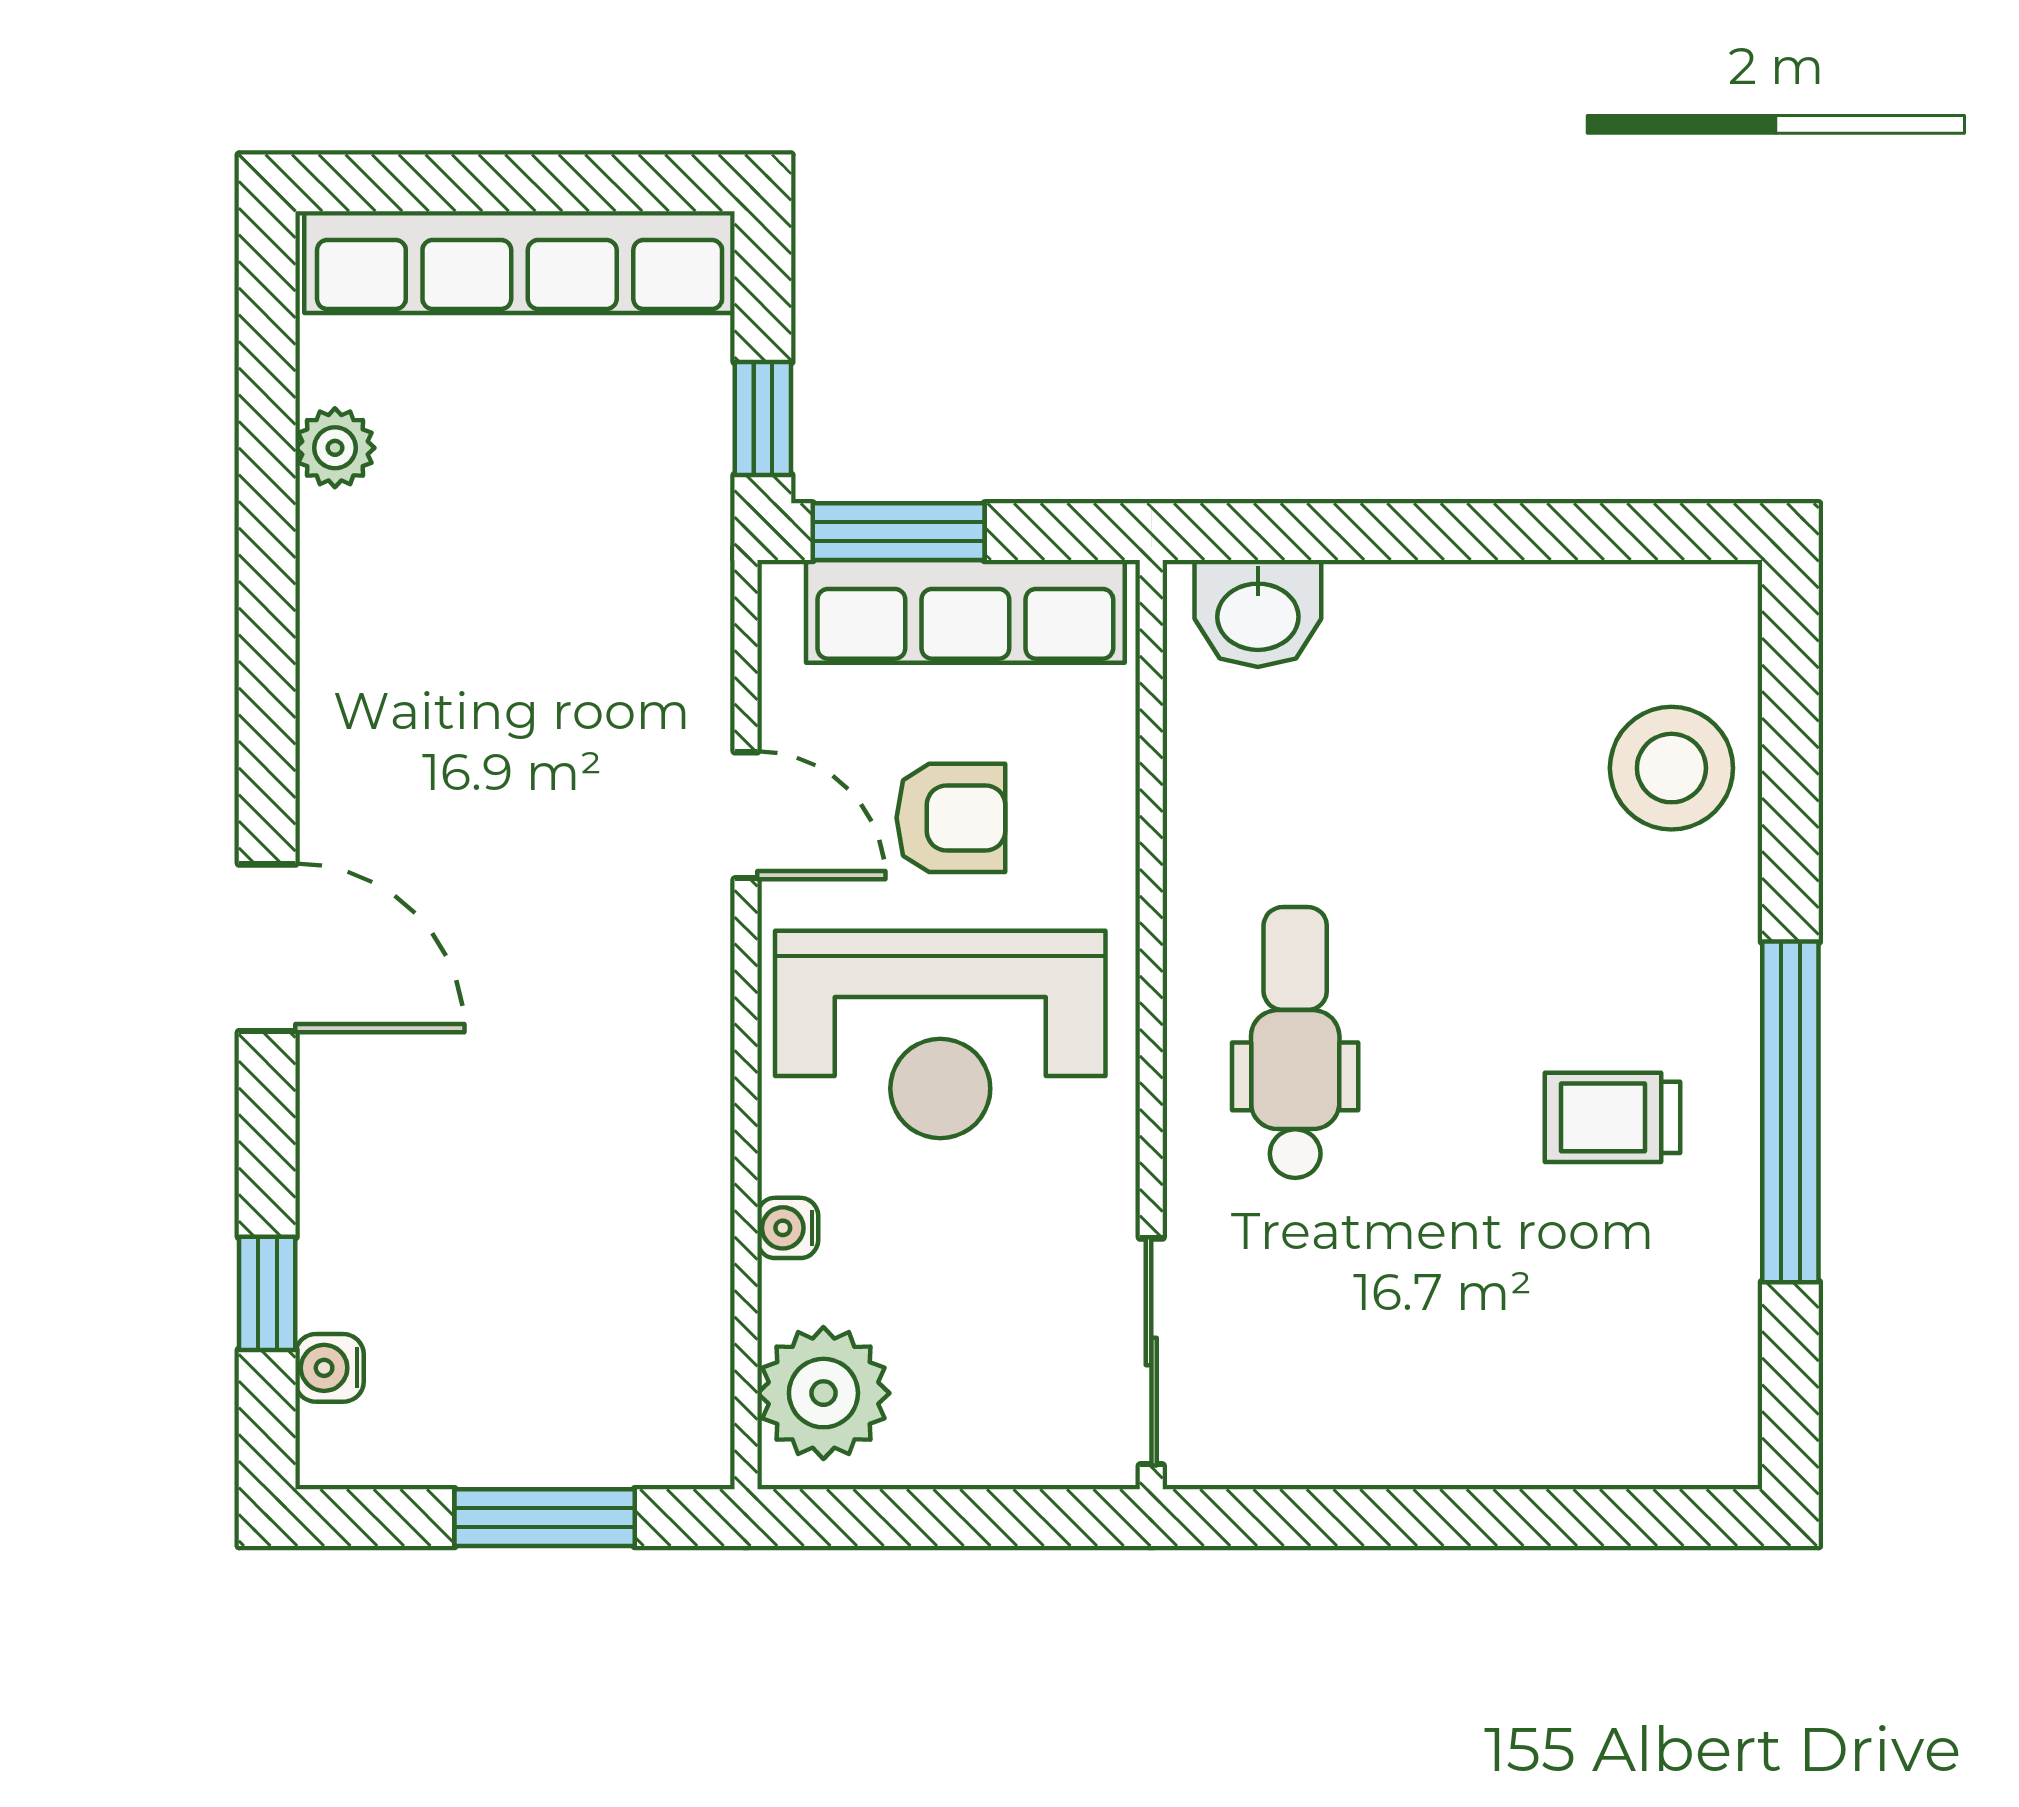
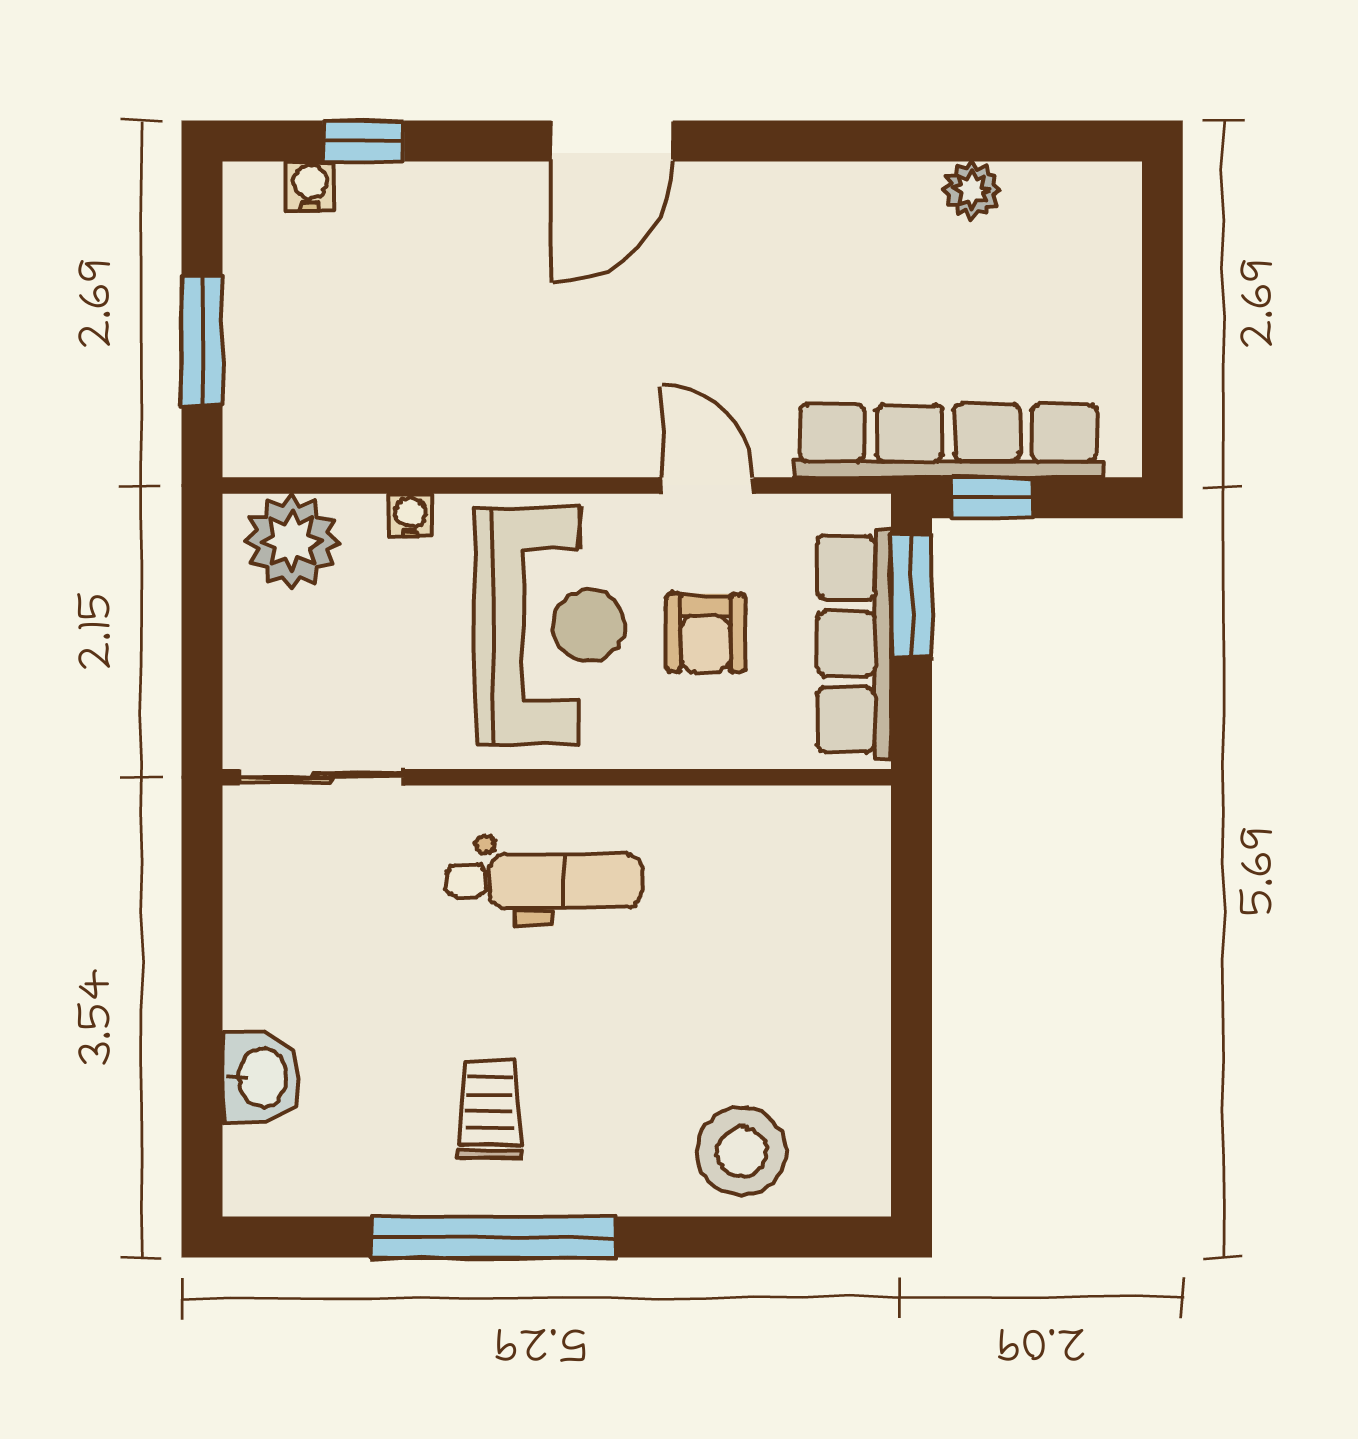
row of seats: (520, 262) -> (948, 441), moved, turned 90
washbasin: (1258, 614) -> (261, 1078), moved, turned 180
door: (746, 815) -> (707, 486), swing flipped
reception desk: (940, 1034) -> (550, 625), turned 180

